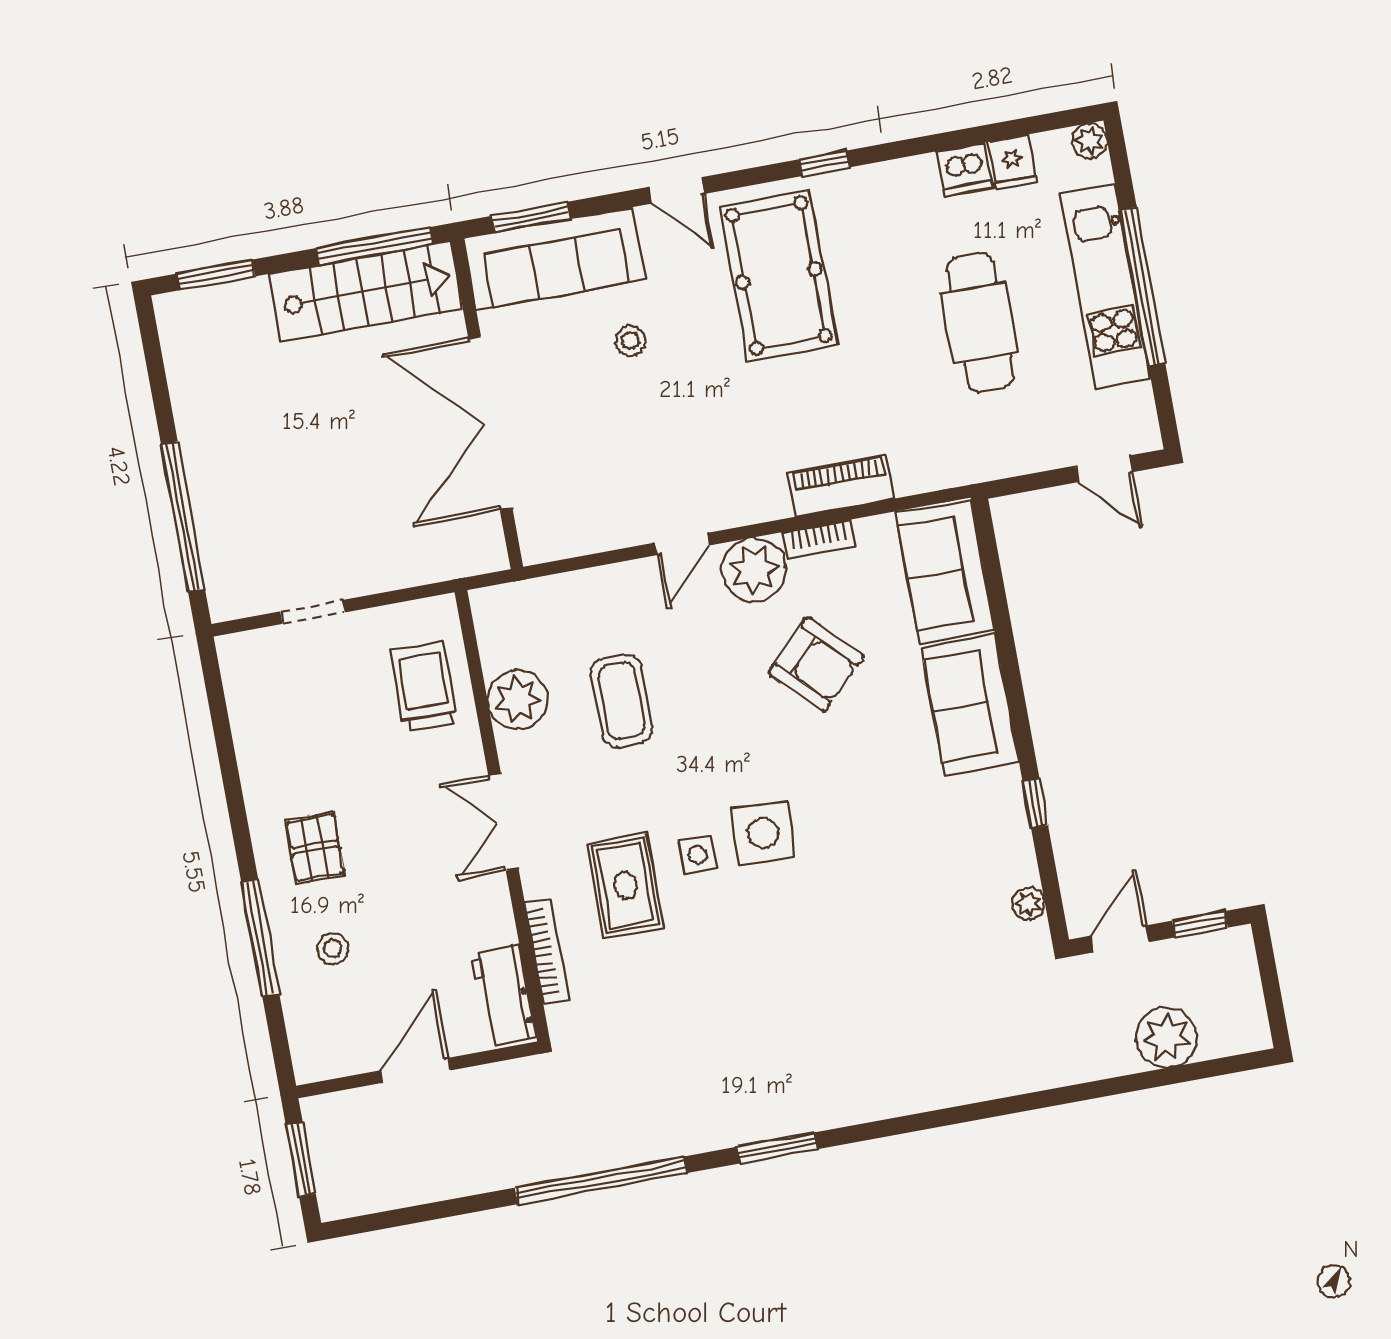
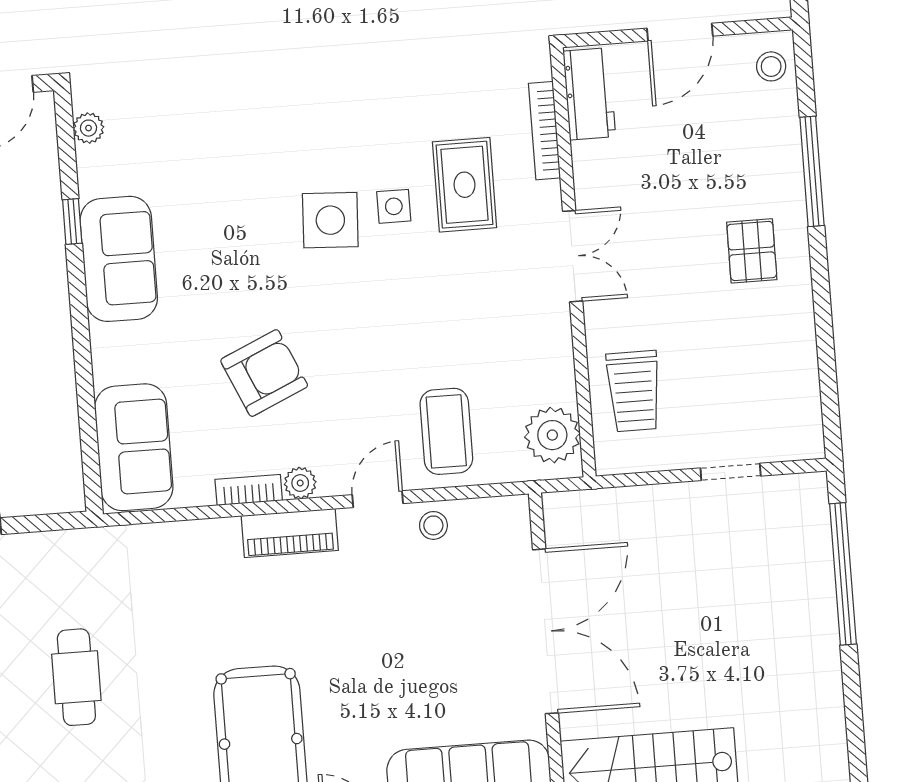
cafe table: (980, 323) -> (76, 677), width x0.73, depth x0.74
stool: (631, 341) -> (433, 525), moved
piano: (841, 486) -> (290, 533), moved
plant: (754, 570) -> (300, 483), width x0.53, depth x0.53
armchair: (816, 665) -> (264, 373), turned 111
plant: (518, 699) -> (552, 435), moved
coffee table: (621, 701) -> (446, 431), moved
sofa: (970, 705) -> (119, 259), moved
stool: (333, 949) -> (771, 66), moved

